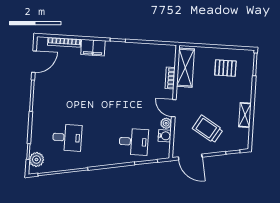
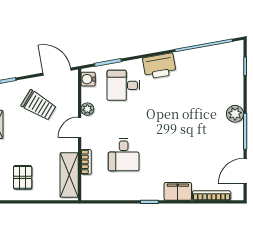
pallet: (225, 68) -> (23, 177), turned 90
door: (174, 108) -> (80, 127), swing flipped
water cooler: (165, 136) -> (88, 79), moved
desk: (67, 138) -> (124, 155), moved, turned -90
printer: (102, 156) -> (159, 66), added
plant: (36, 160) -> (235, 114), moved

